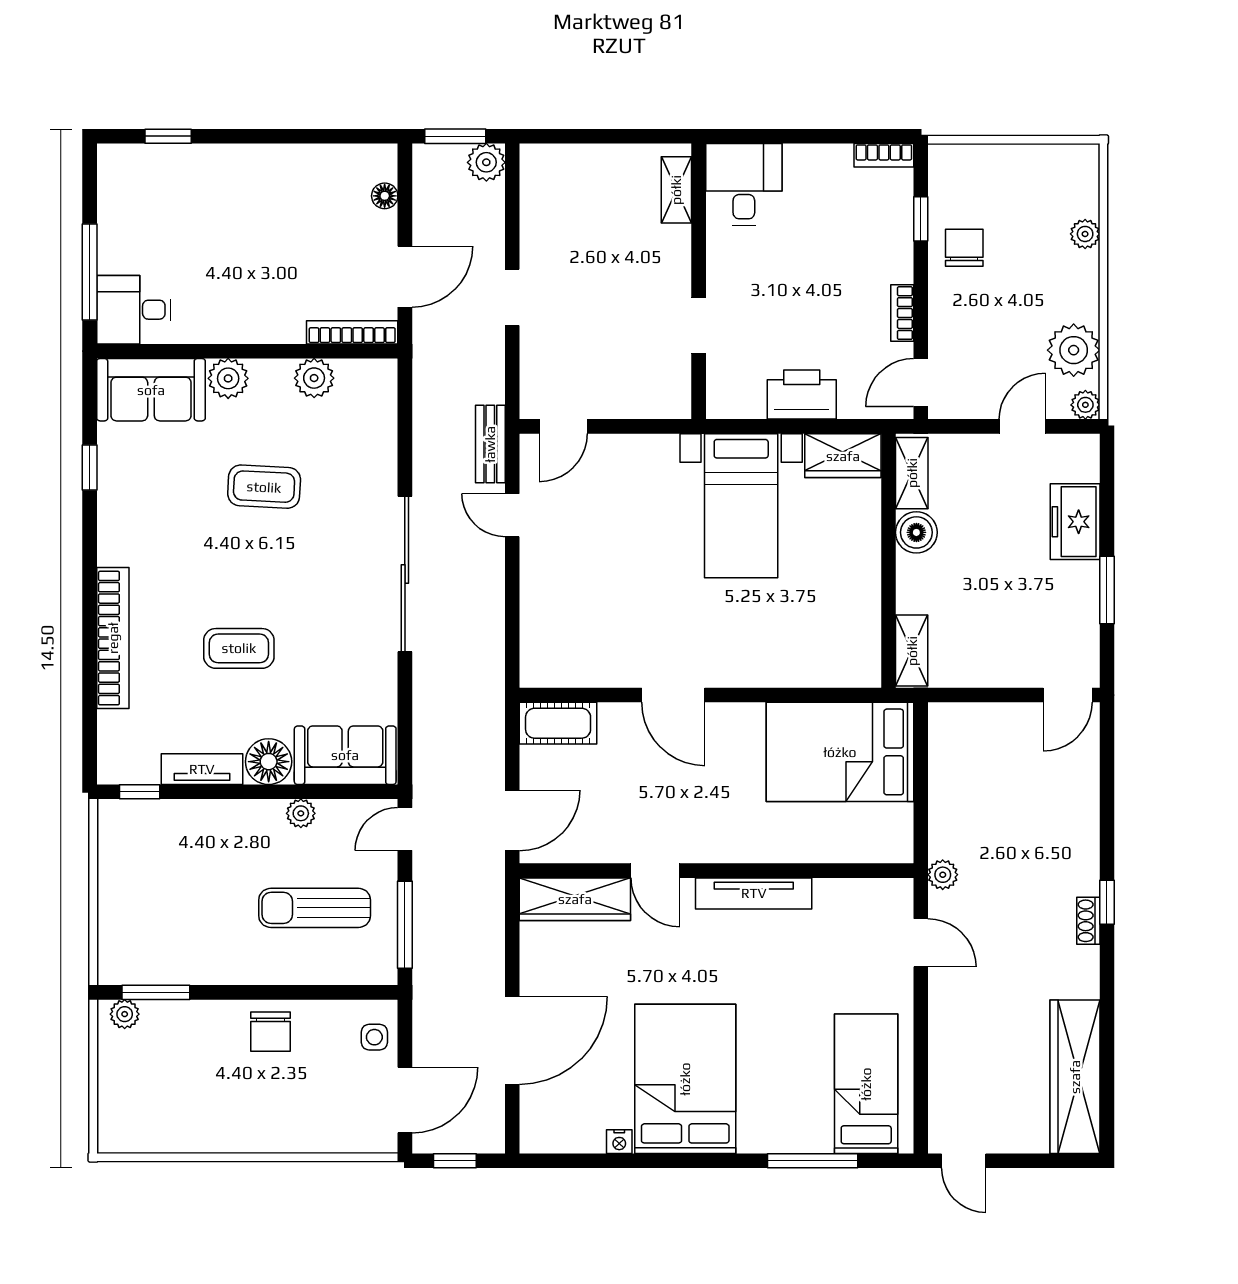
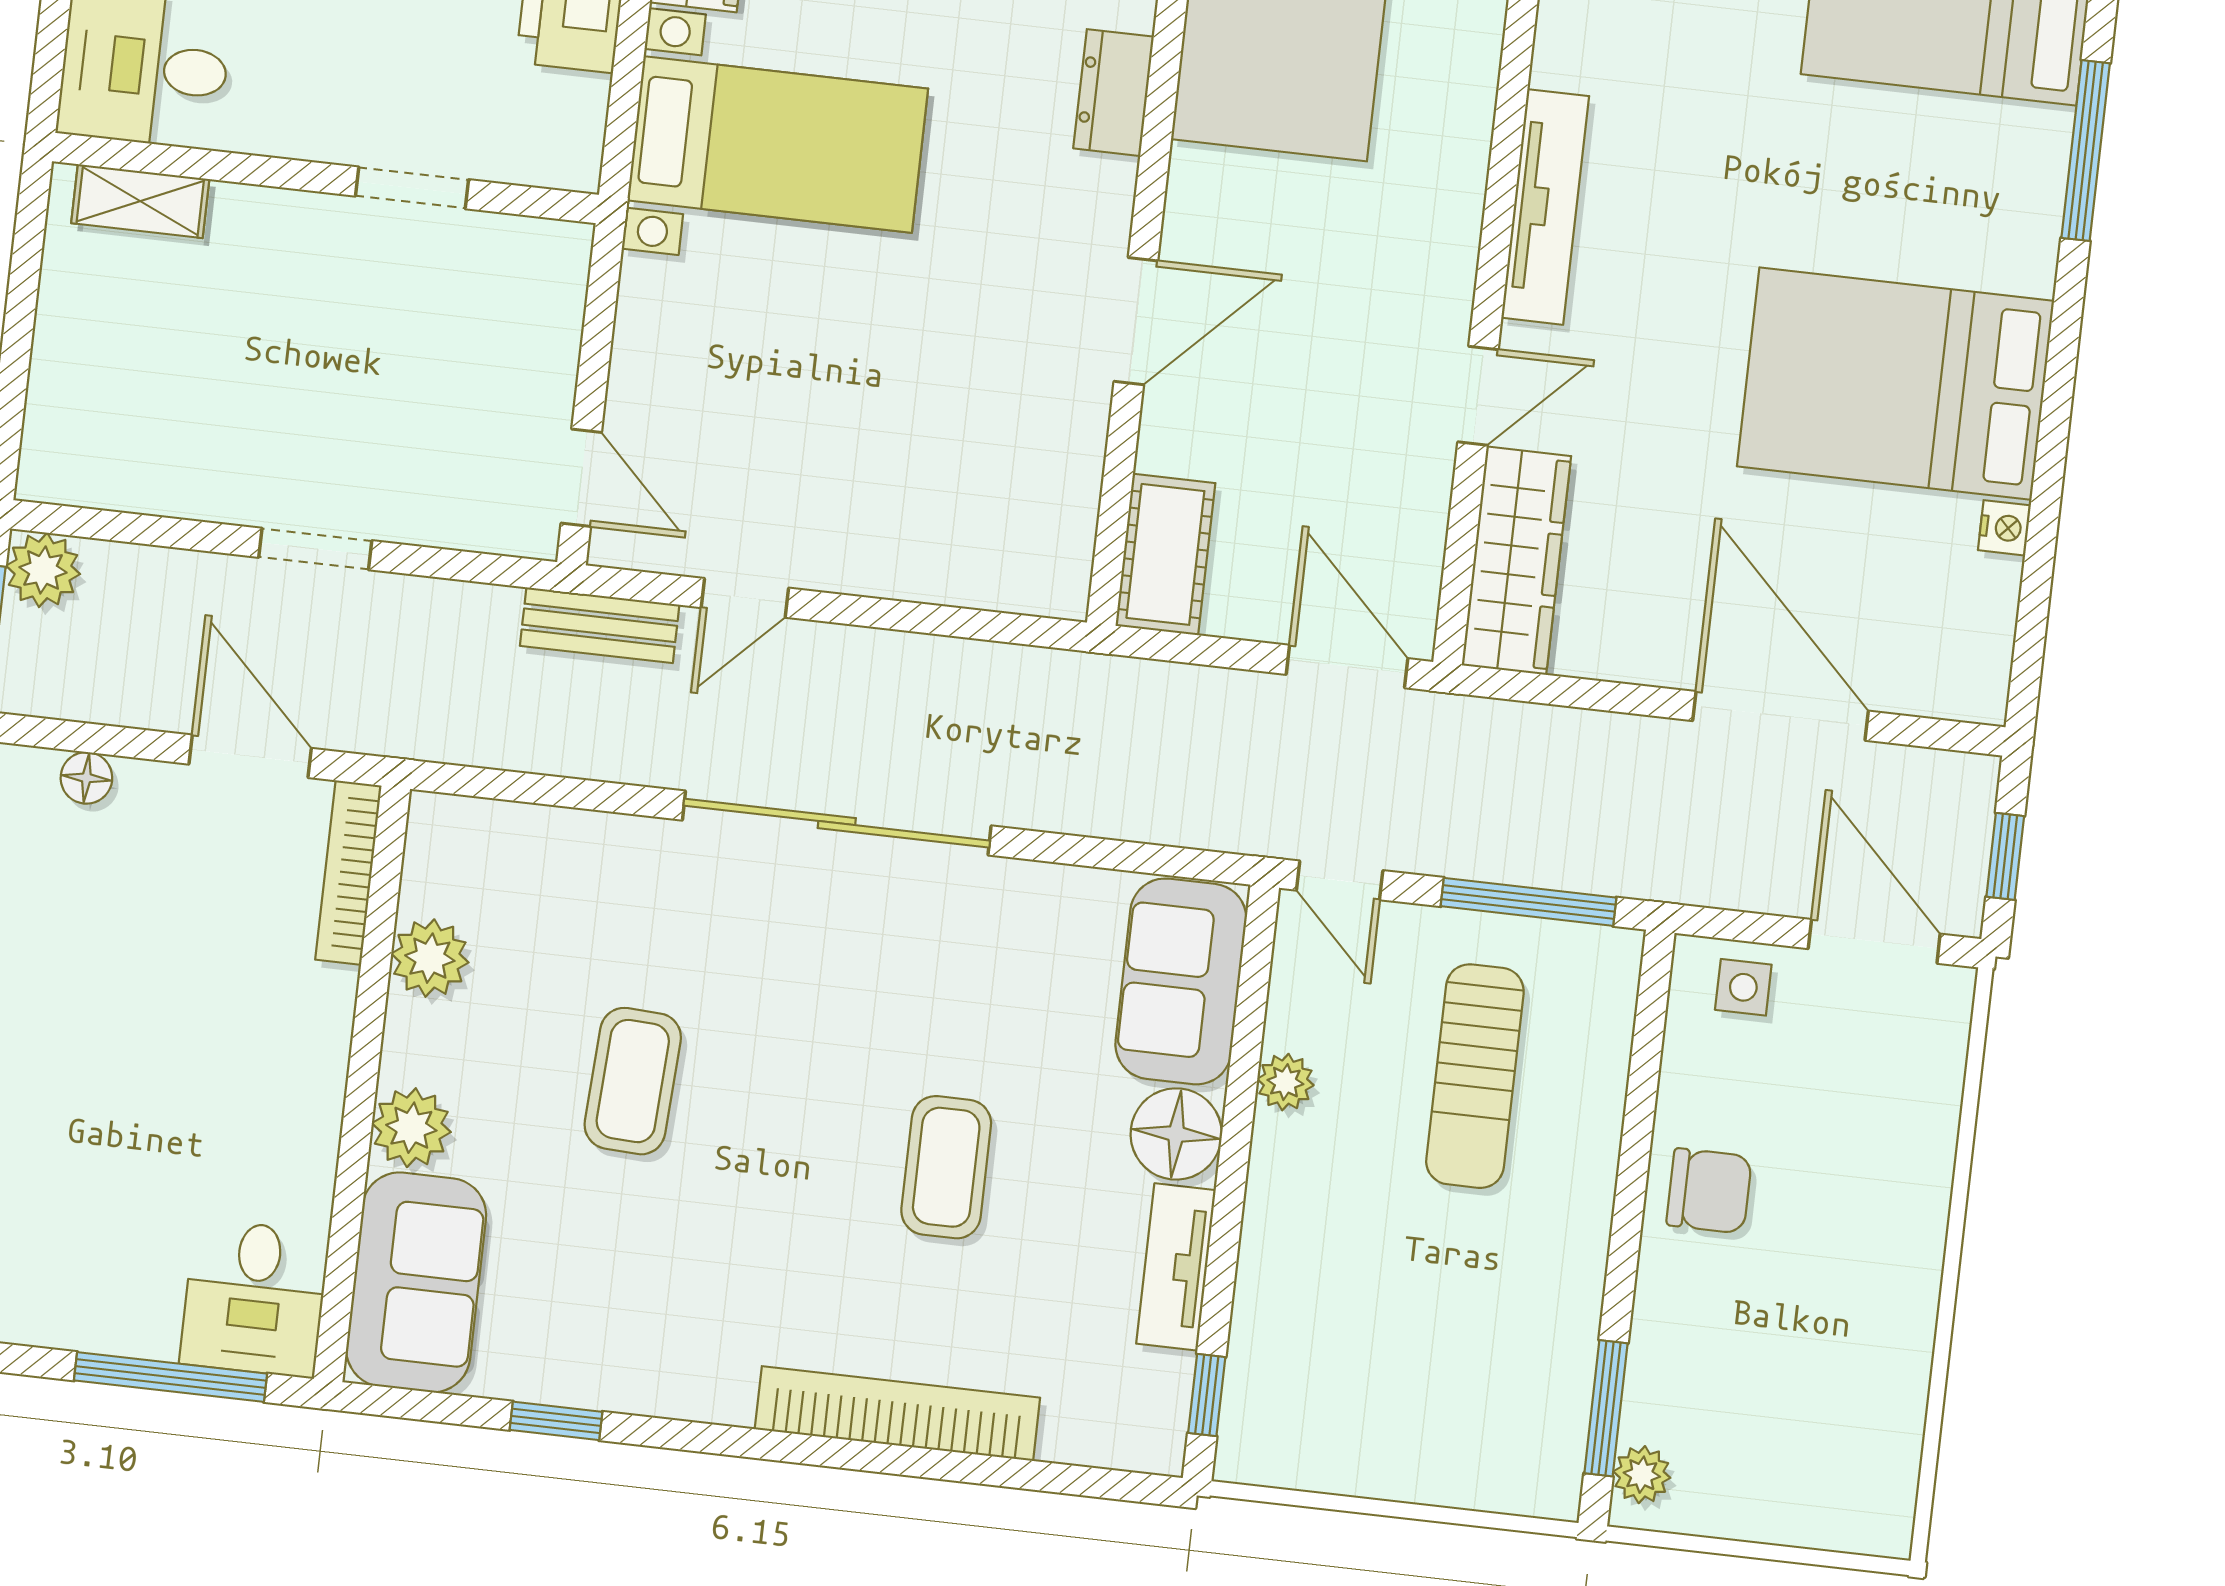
dresser: (786, 671) -> (1114, 93), added

